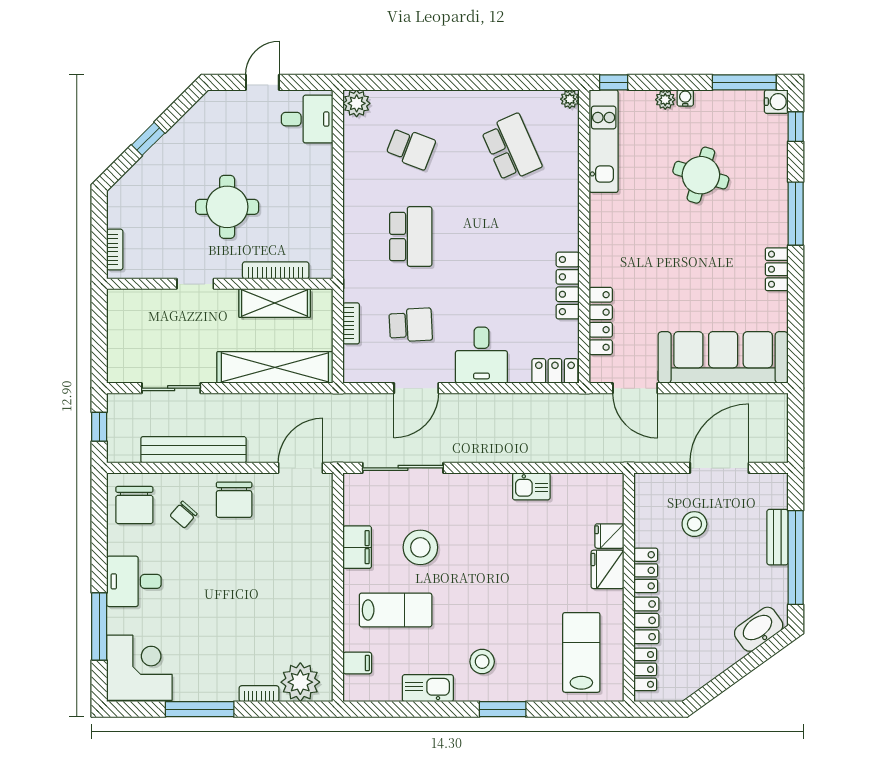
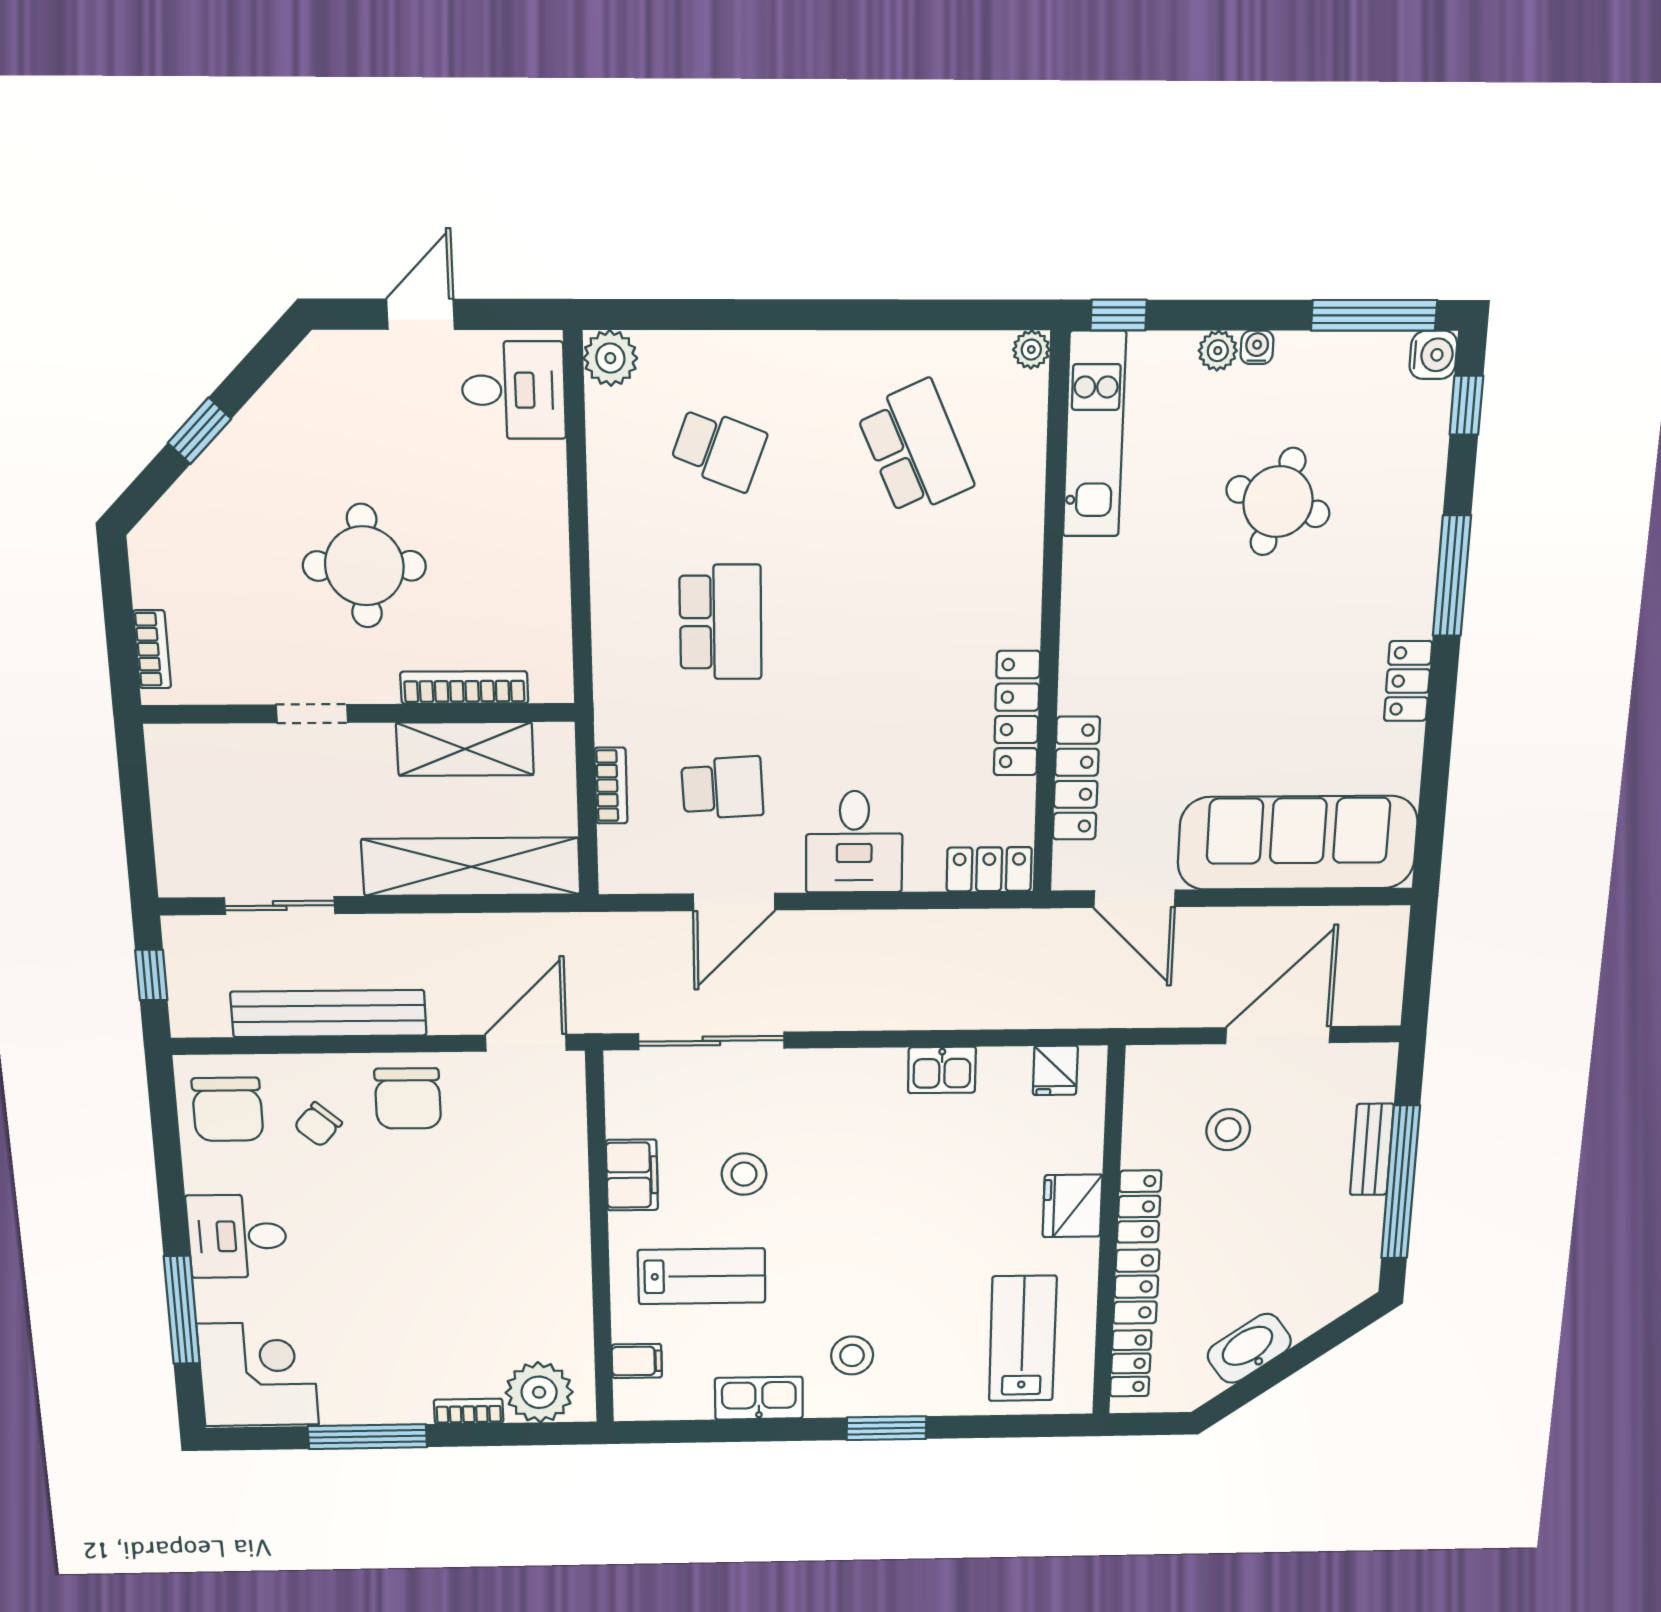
fridge: (609, 536) -> (1055, 1070), moved, turned -90
stool: (420, 547) -> (744, 1174), width x0.73, depth x0.73
washbasin: (759, 629) -> (1249, 1348), moved

